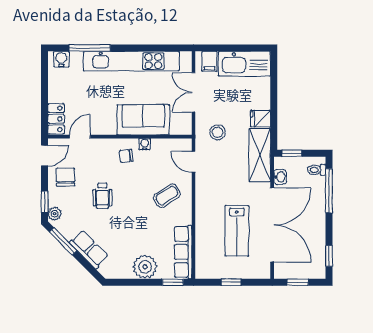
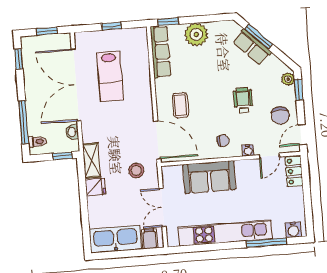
double door: (194, 92) -> (163, 207), swing flipped
water cooler: (145, 144) -> (248, 150), moved
shelving: (260, 155) -> (92, 161), width x0.67, depth x0.75
door: (194, 162) -> (157, 140), width x1.87
coffee table: (167, 196) -> (181, 105), turned -56
lab bench: (237, 231) -> (110, 76), turned 180
window: (63, 241) -> (259, 37), moved

